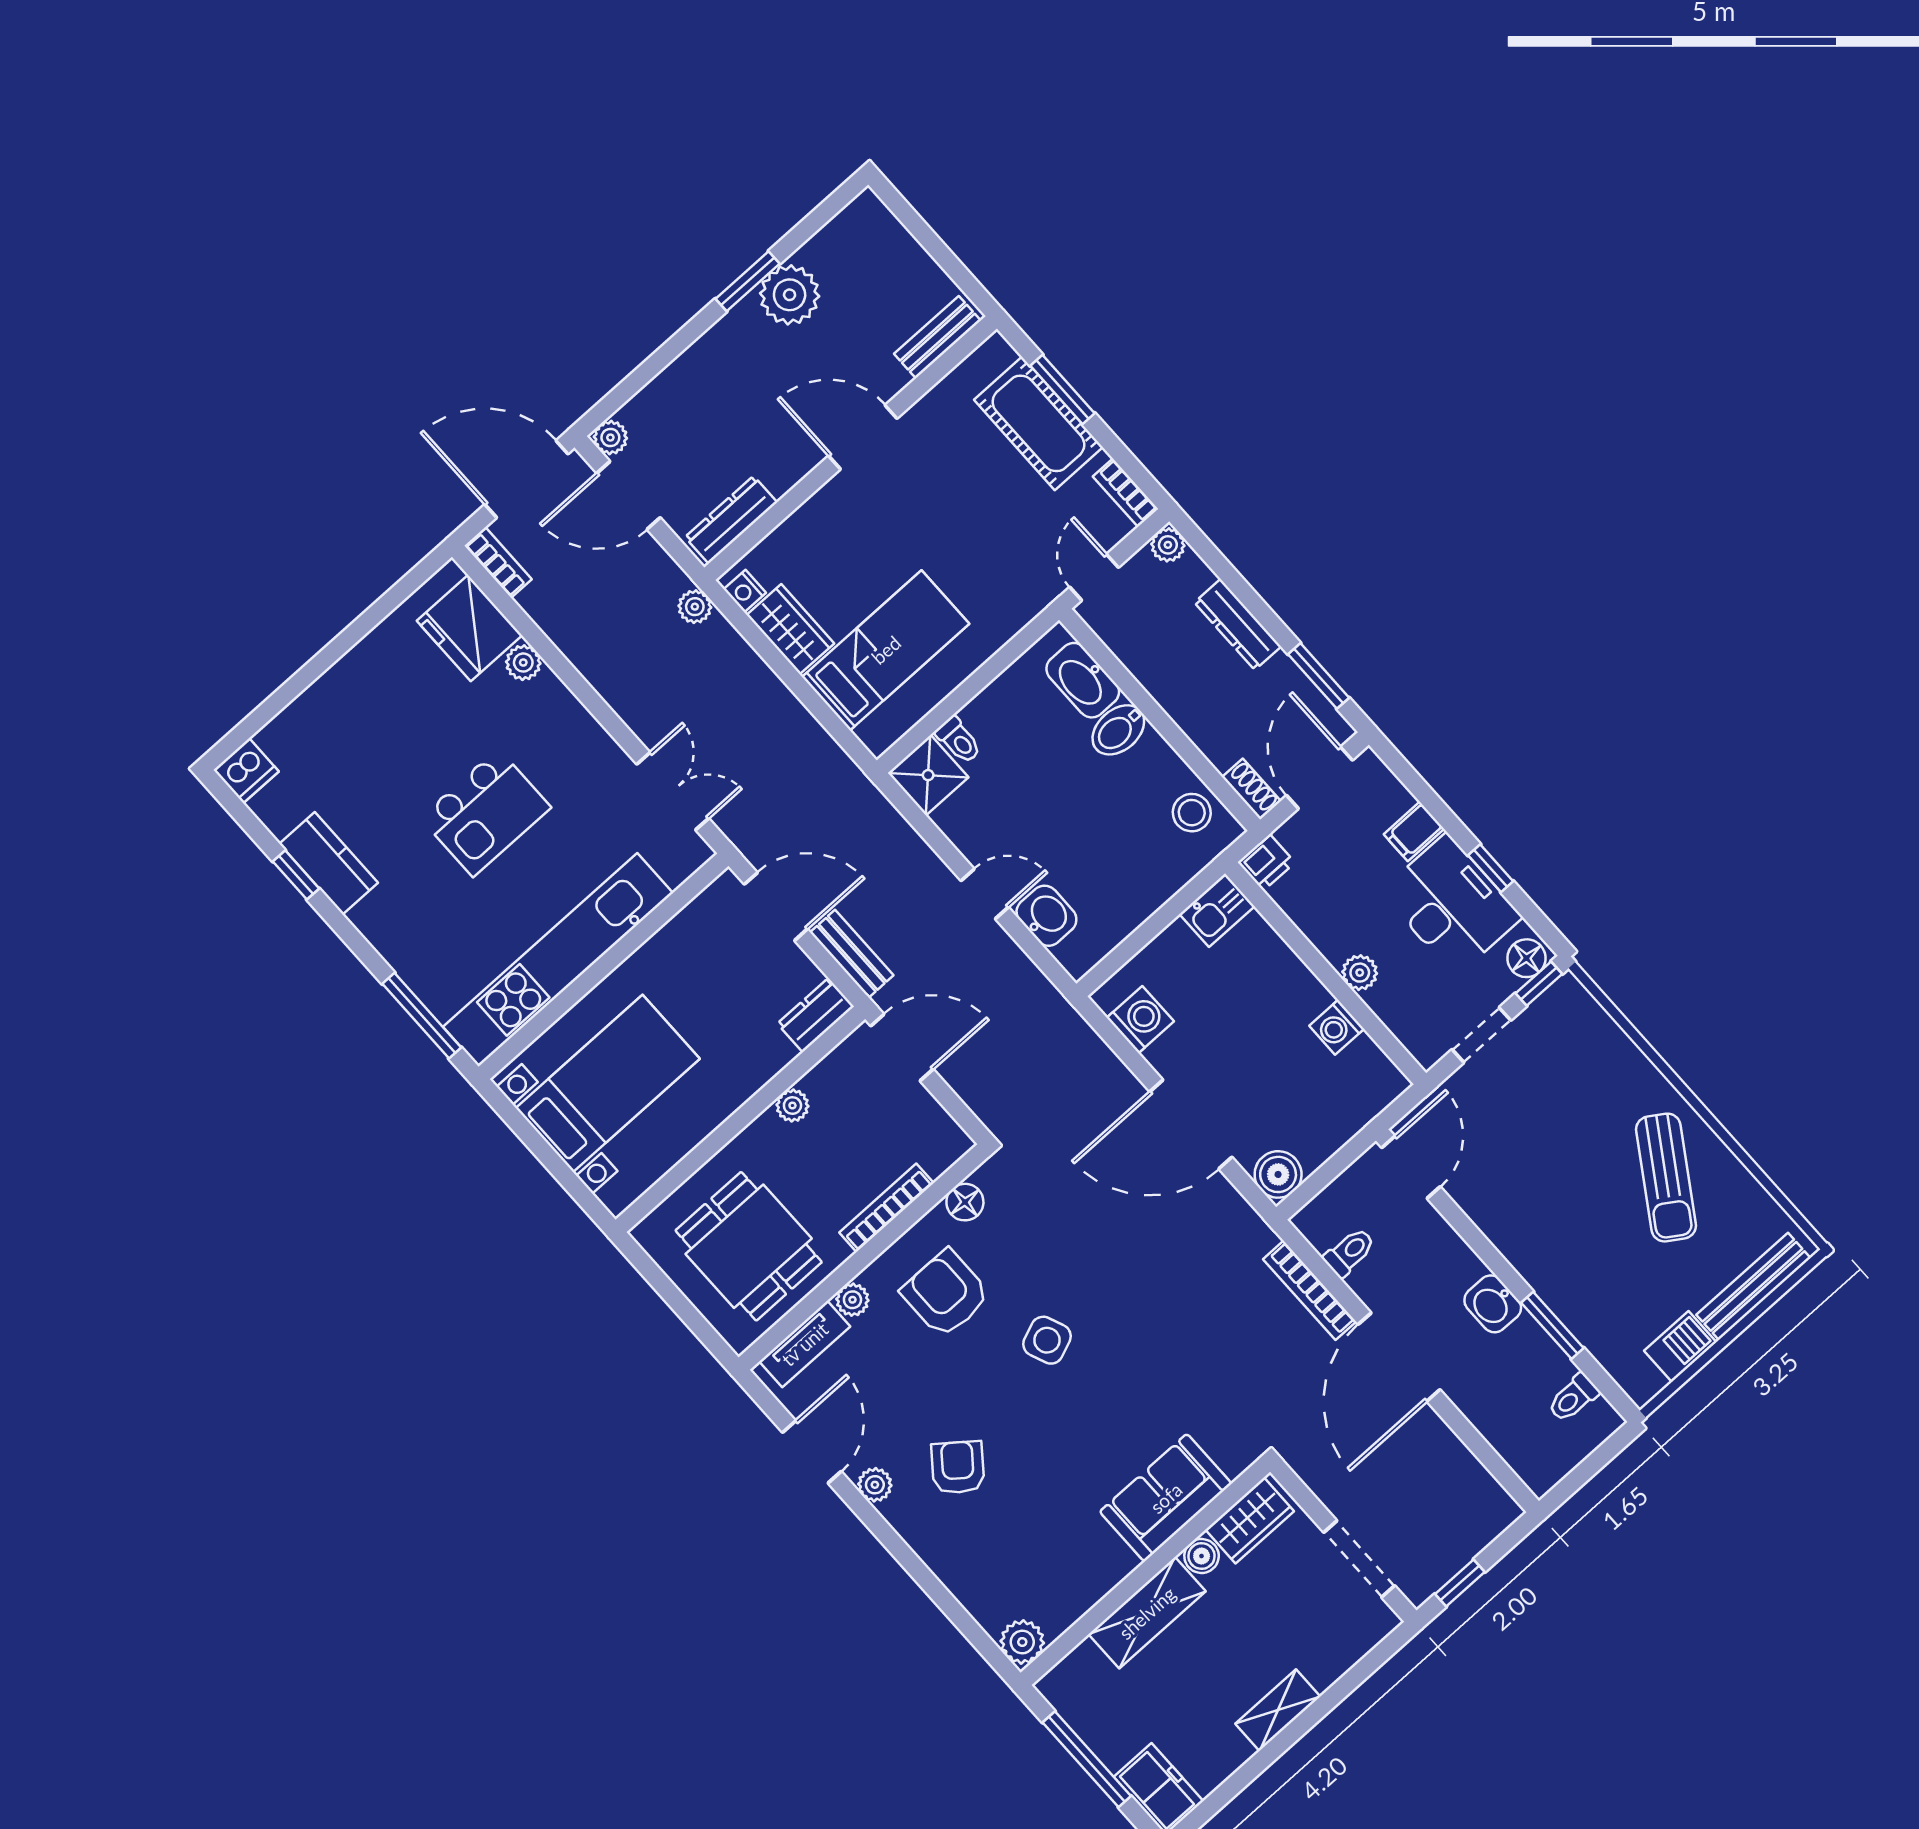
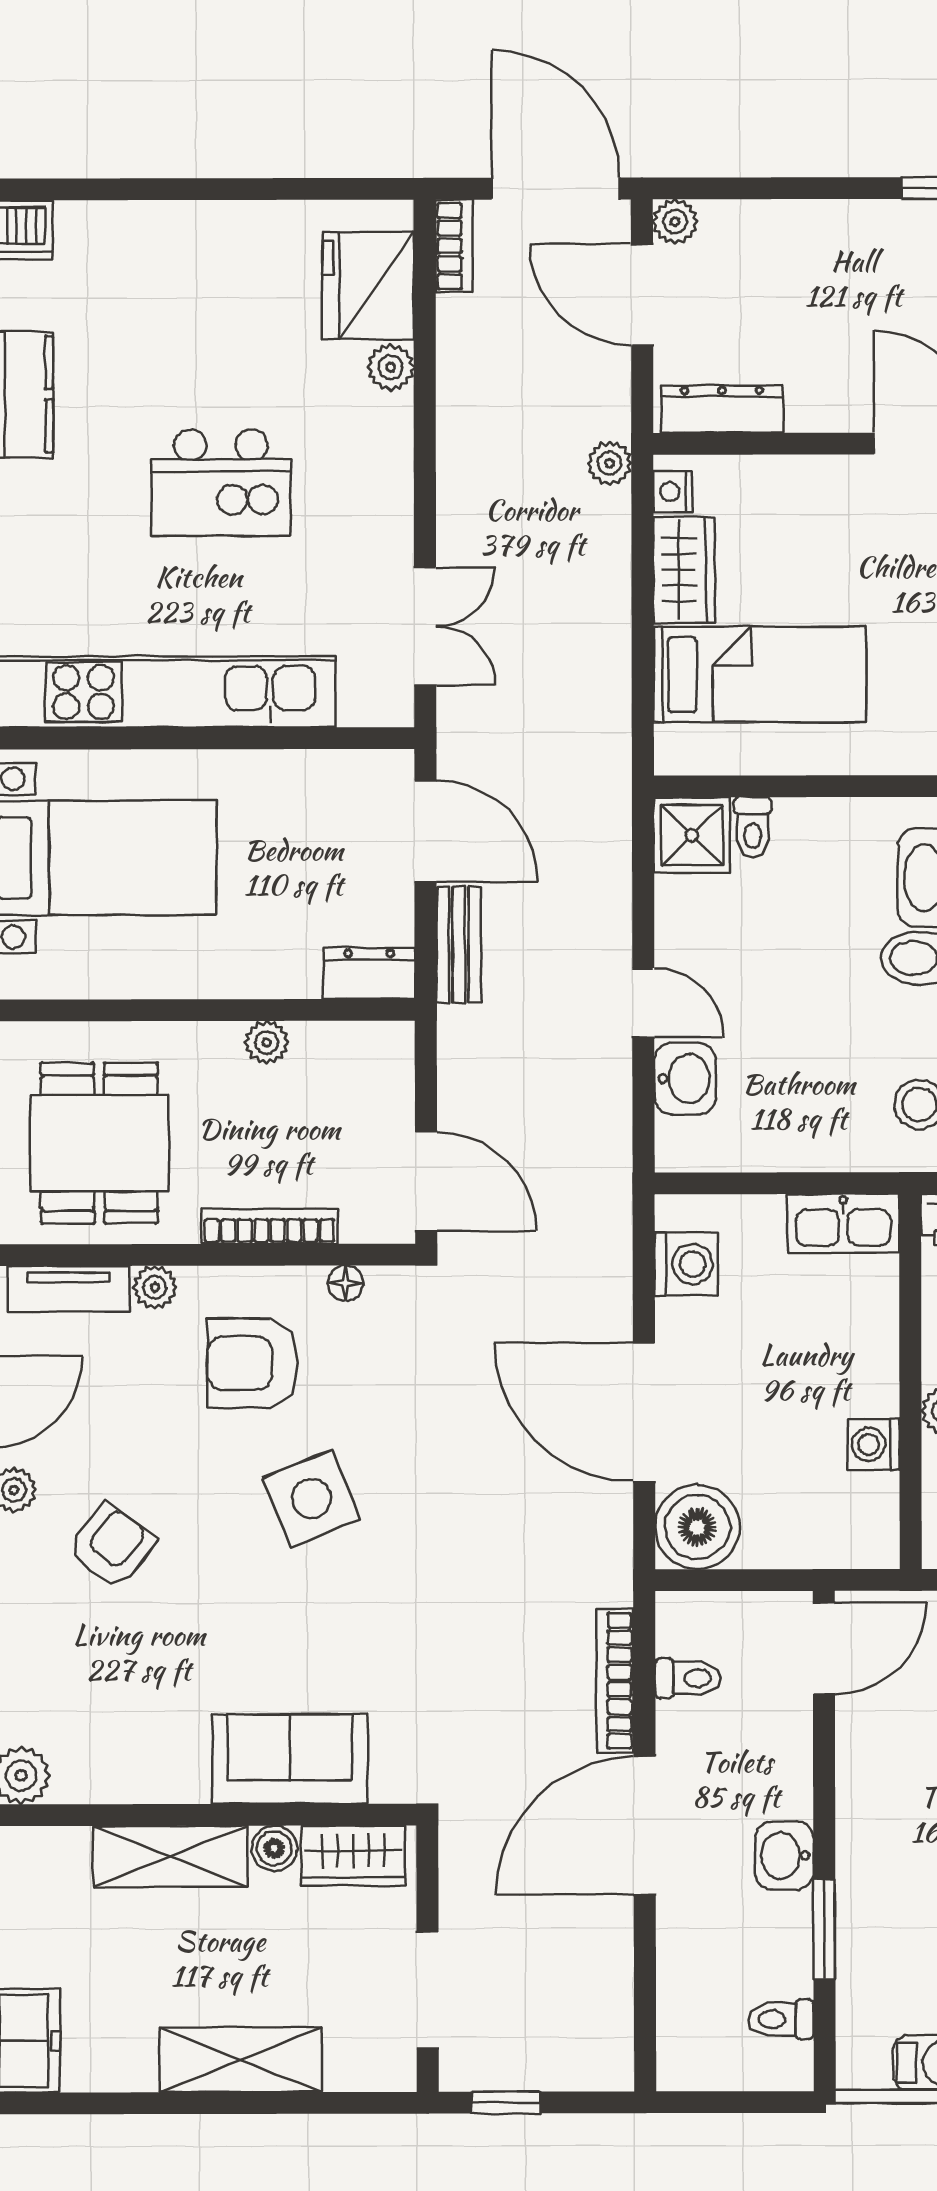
kitchen sink: (1217, 910) -> (843, 1223), width x1.38
door: (902, 1048) -> (426, 1182), moved
boiler: (1278, 1174) -> (697, 1527), width x1.37, depth x1.37
floor lamp: (965, 1202) -> (345, 1283), width x0.73, depth x0.73
armchair: (946, 1294) -> (252, 1363), turned -90
side table: (1047, 1340) -> (312, 1499), width x1.37, depth x1.37
shelving: (1278, 1710) -> (241, 2060), width x1.50, depth x1.33

